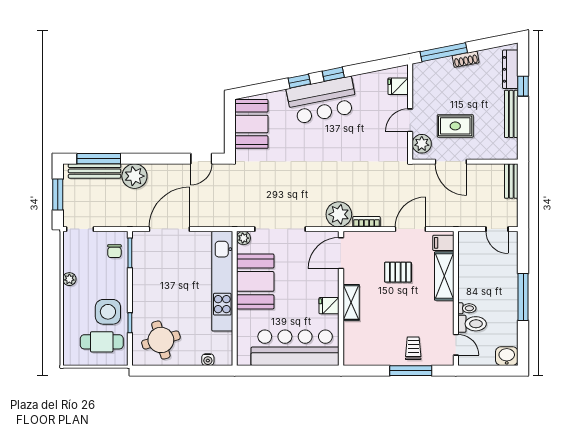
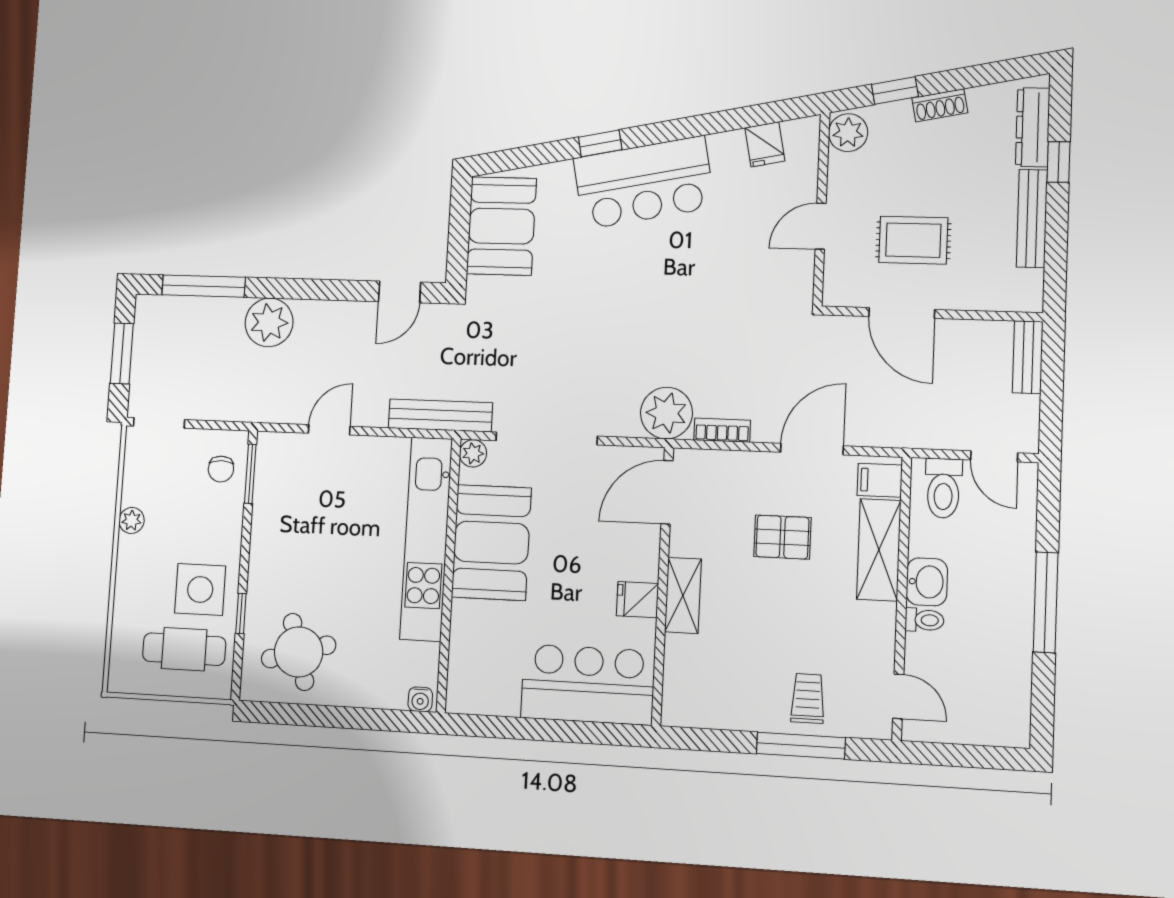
window: (444, 52) -> (895, 91), width x0.46
window: (333, 74) -> (669, 131), removed
fridge: (398, 86) -> (765, 144), moved, turned -101
plant: (422, 144) -> (848, 133), moved
bench: (95, 171) -> (440, 415), moved
door: (169, 229) -> (329, 430), width x0.53
toilet: (472, 324) -> (943, 488), moved, turned 90
bar counter: (295, 348) -> (588, 684), width x0.73
washbasin: (507, 356) -> (927, 582), moved, turned 90
water cooler: (208, 360) -> (420, 699), moved

